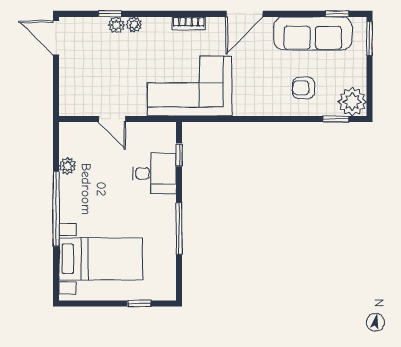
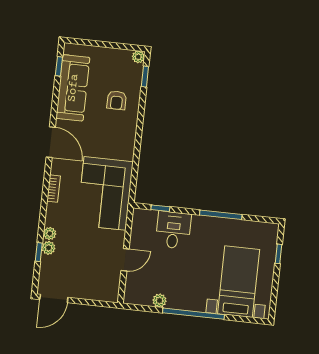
window: (369, 38) -> (82, 42), removed
plant: (352, 102) -> (138, 57), width x0.53, depth x0.53

